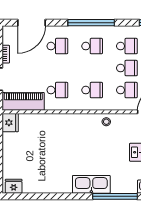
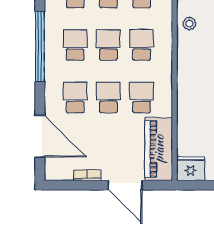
school desk: (57, 68) -> (108, 97), added
school desk: (92, 68) -> (108, 45), added

